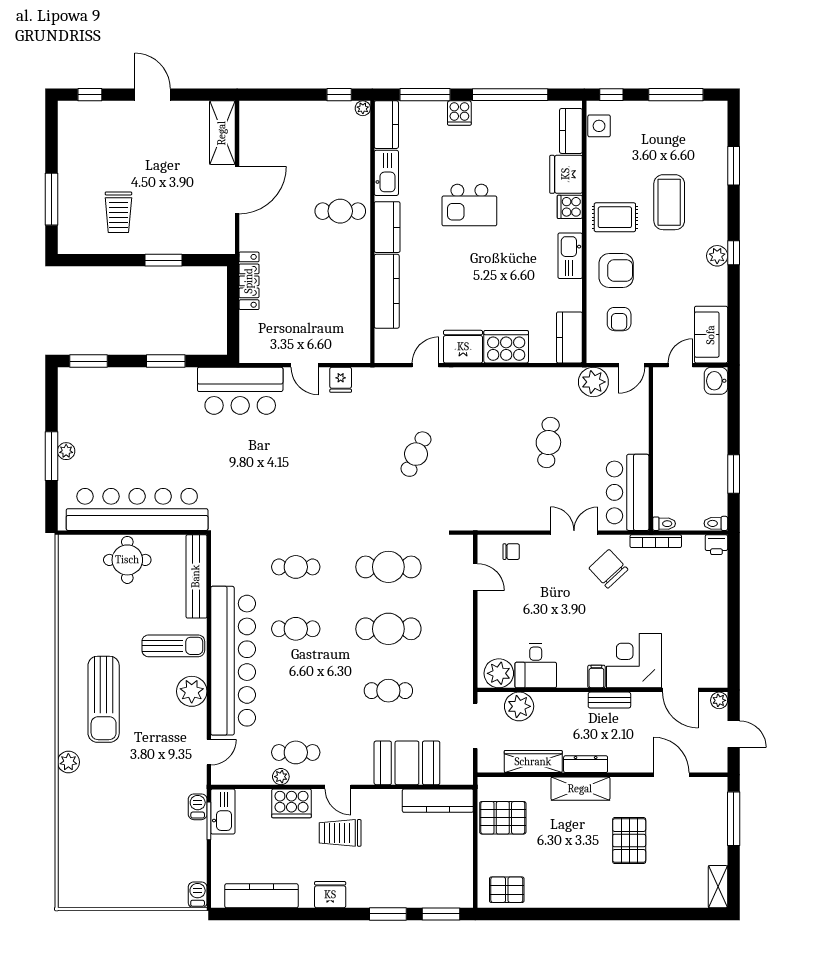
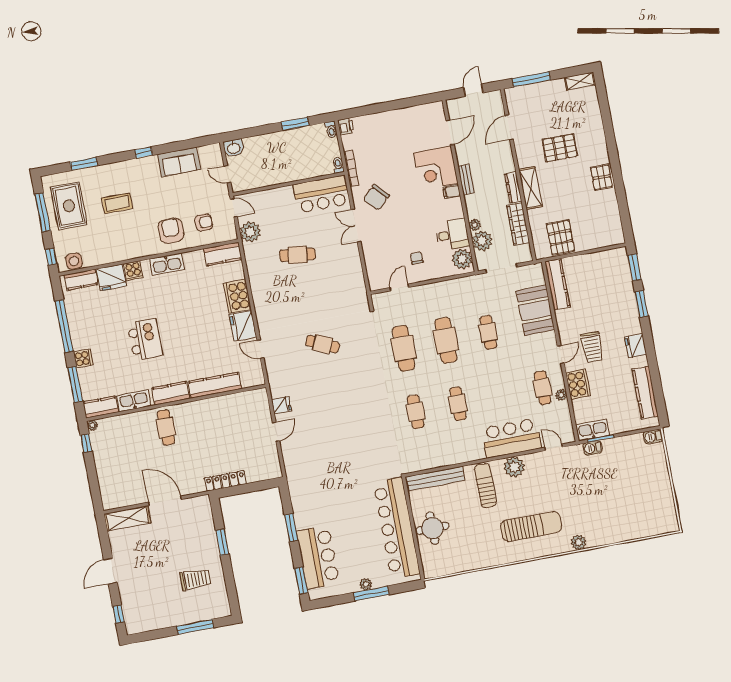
coffee table: (669, 202) -> (117, 203), width x0.73, depth x0.76
rug: (615, 217) -> (69, 206), moved, width x1.36, depth x1.43
plant: (717, 256) -> (148, 163), removed
sofa: (711, 335) -> (179, 162), moved
bar counter: (240, 391) -> (318, 557), moved
chair: (511, 552) -> (417, 258), moved
bar counter: (233, 661) -> (511, 438), width x0.54
plant: (719, 700) -> (475, 225), moved
pallet: (507, 890) -> (602, 177), moved

